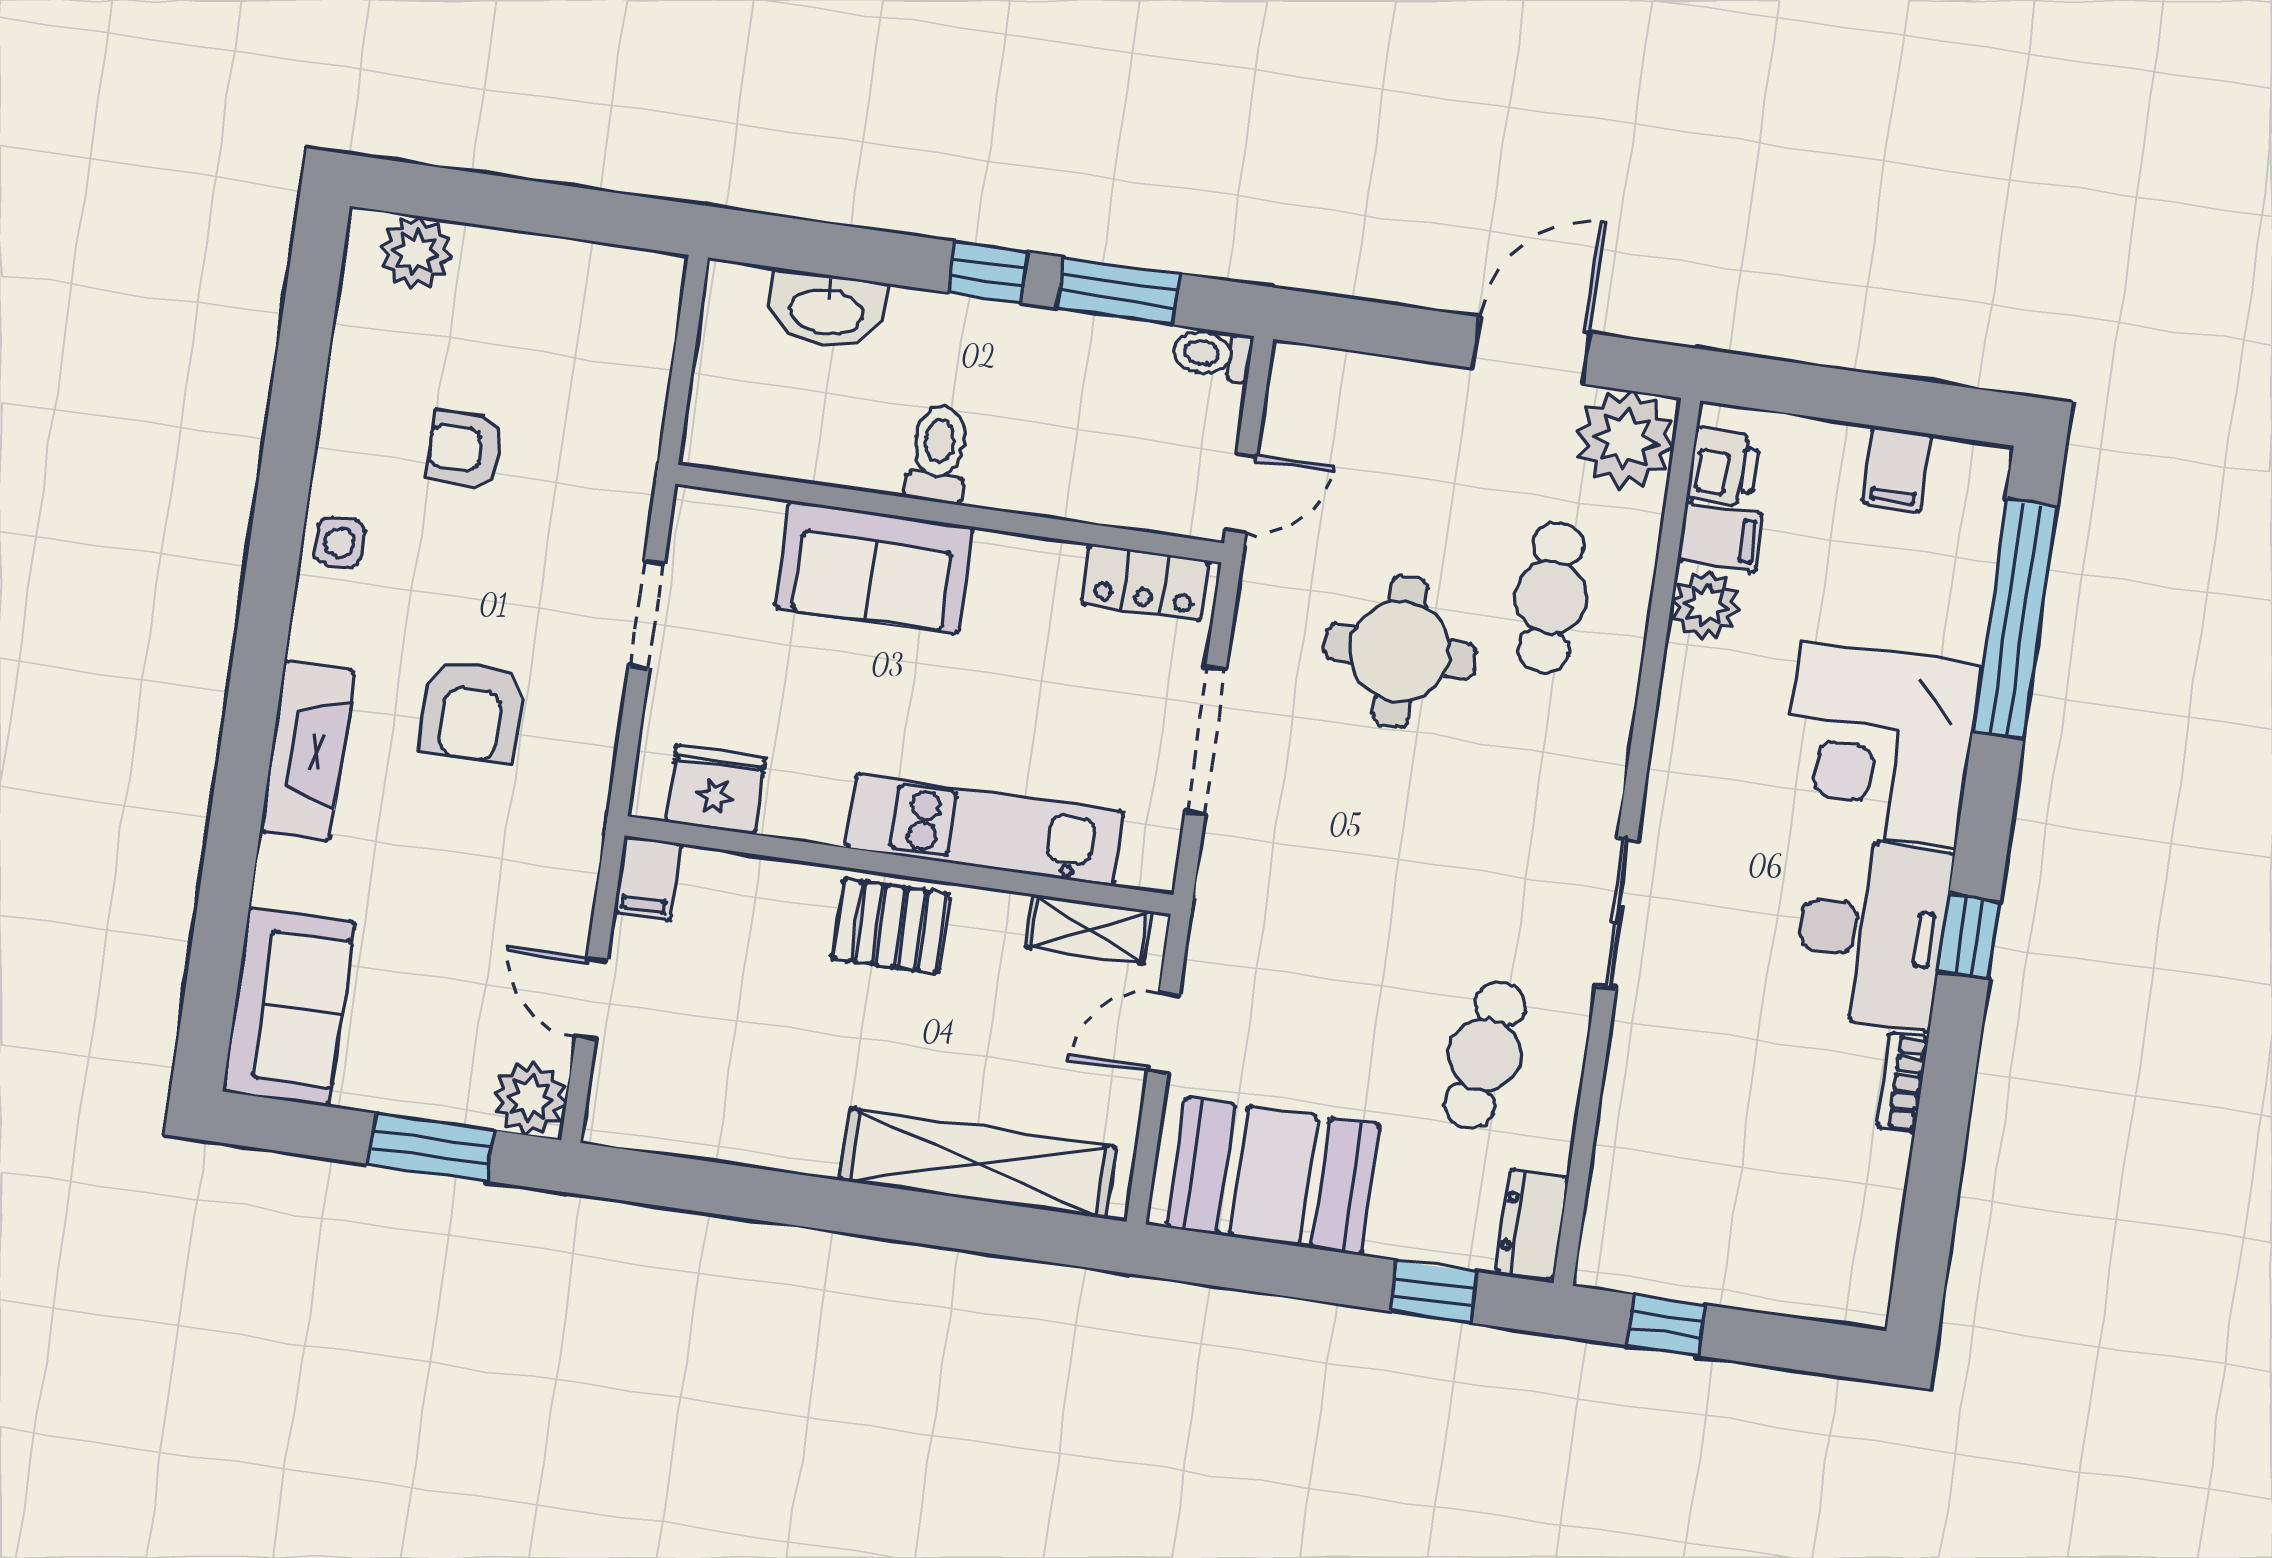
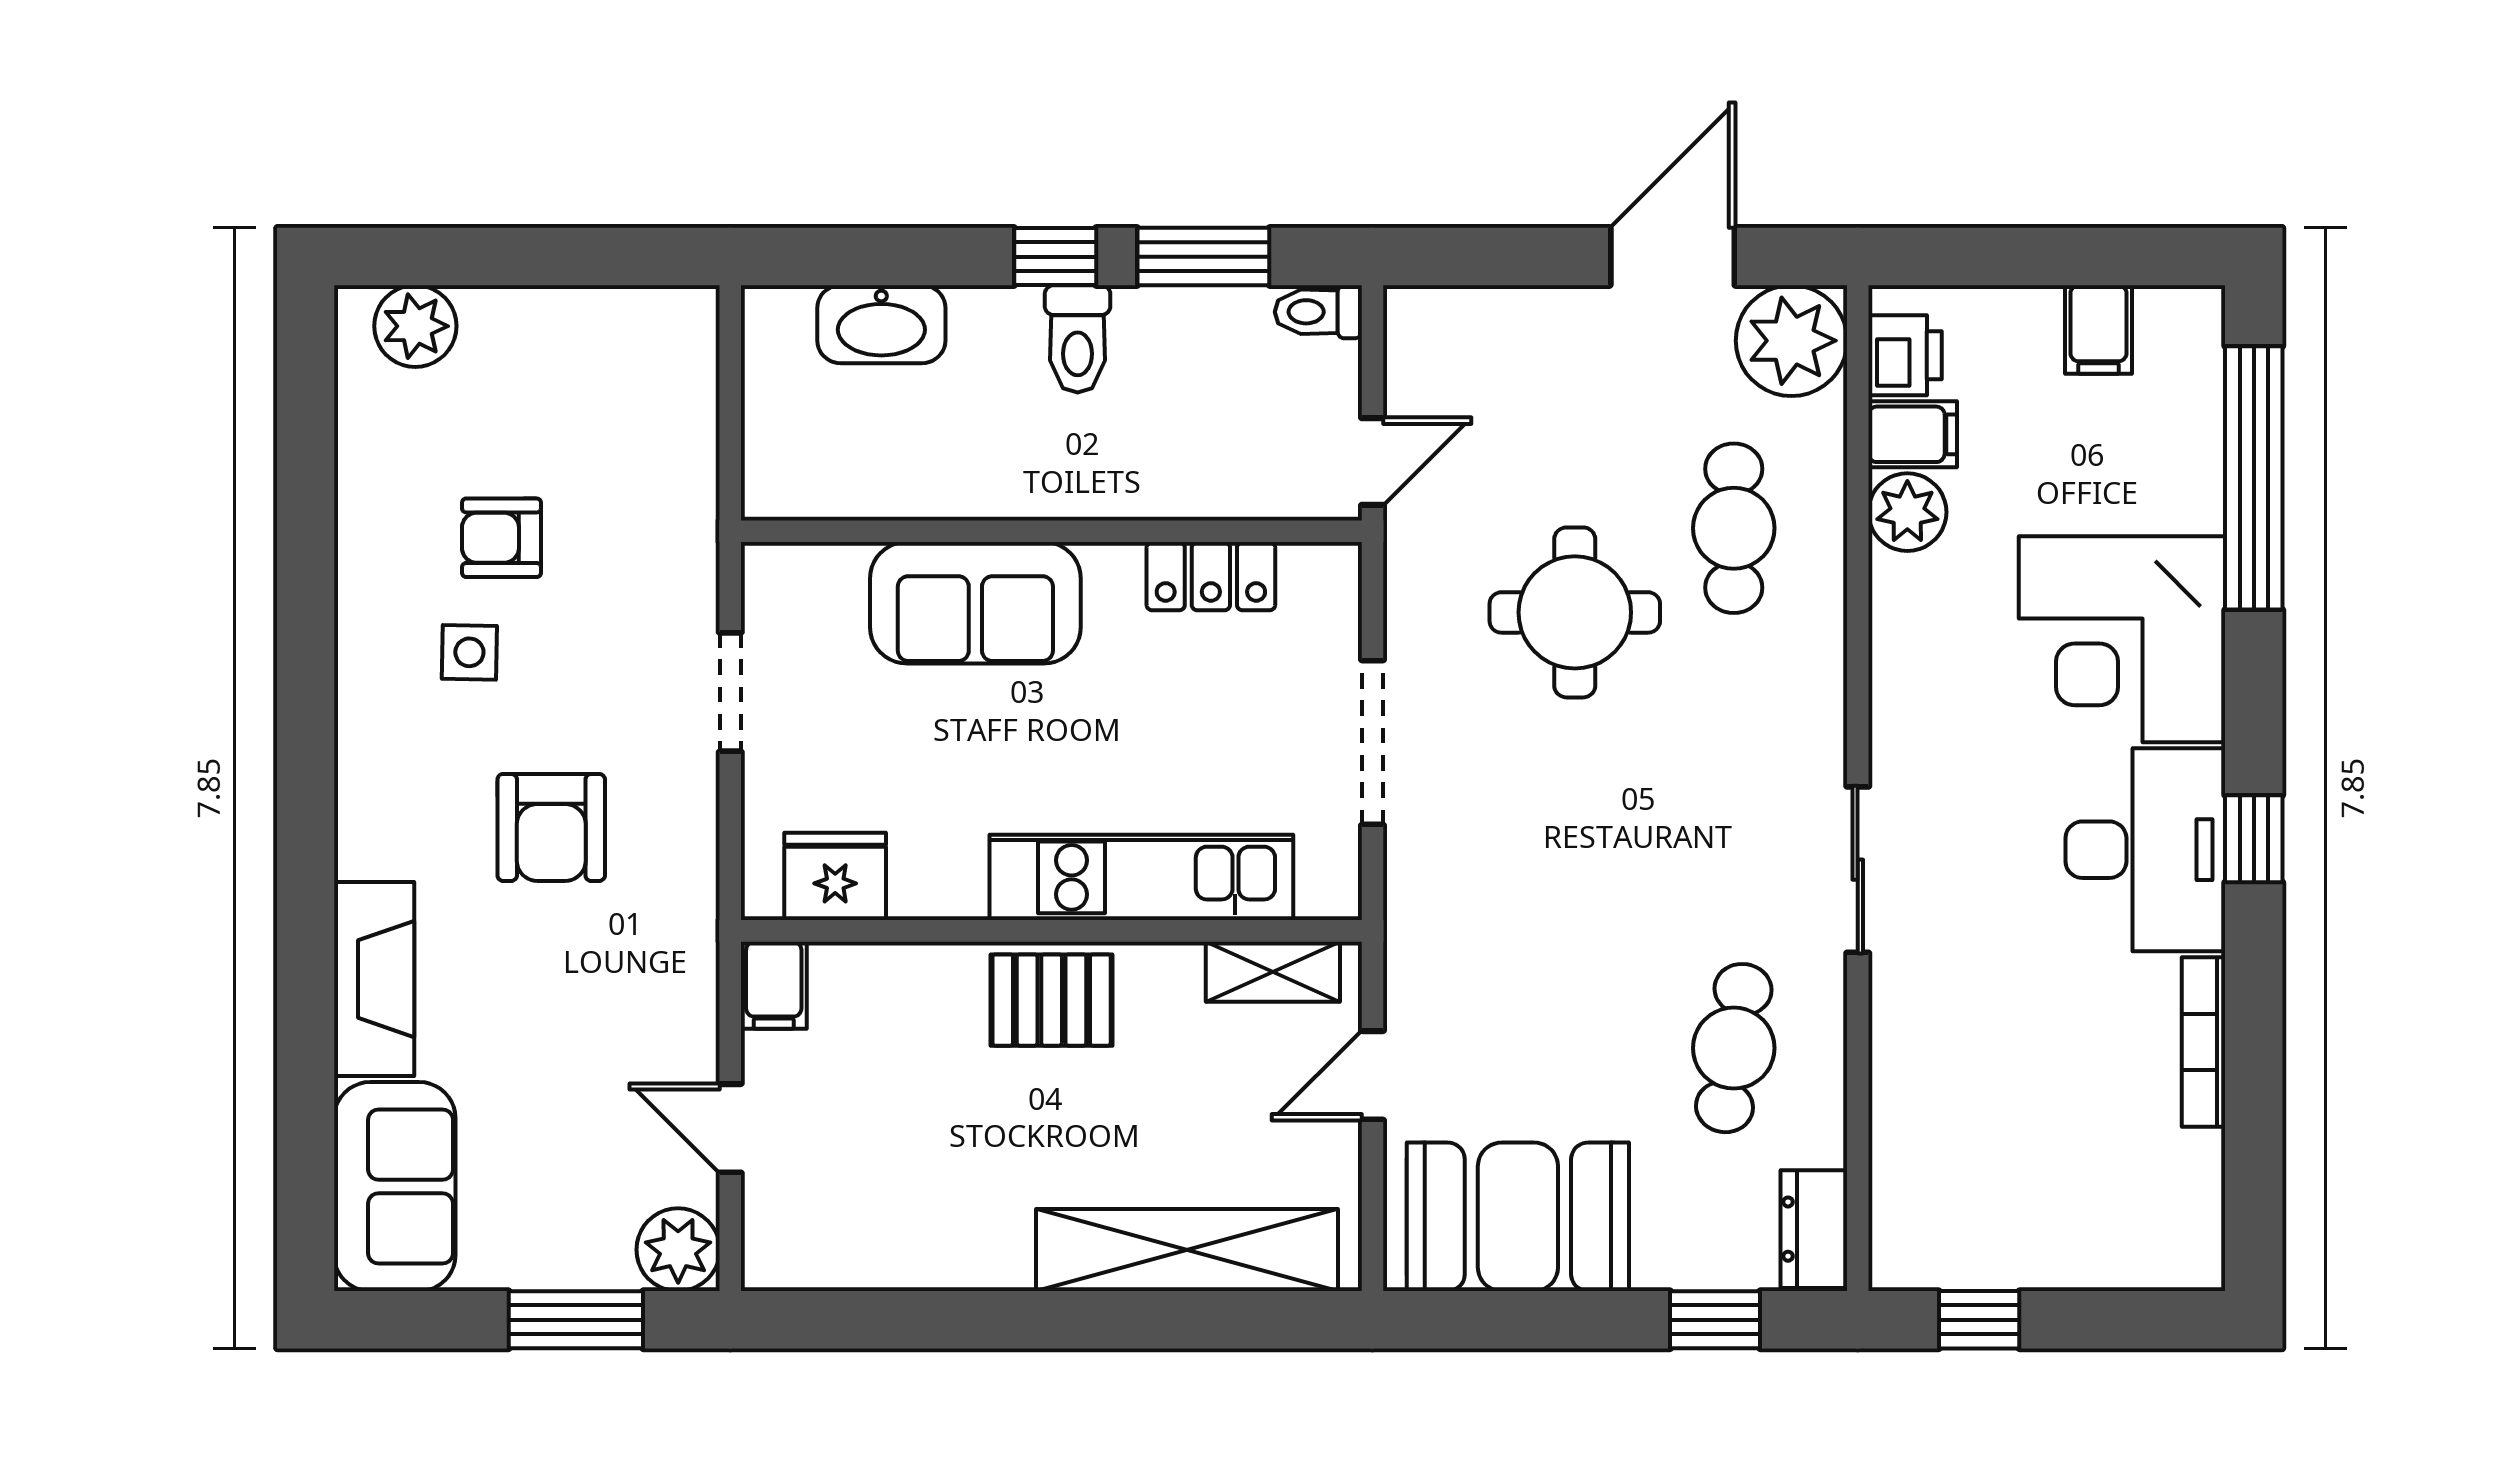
toilet: (938, 454) -> (1078, 339), moved, turned 180
side table: (340, 542) -> (469, 652), moved
locker: (1145, 582) -> (1211, 576), moved
fireplace: (307, 751) -> (374, 979), moved
bookcase: (1903, 1082) -> (2204, 1042), width x1.56

